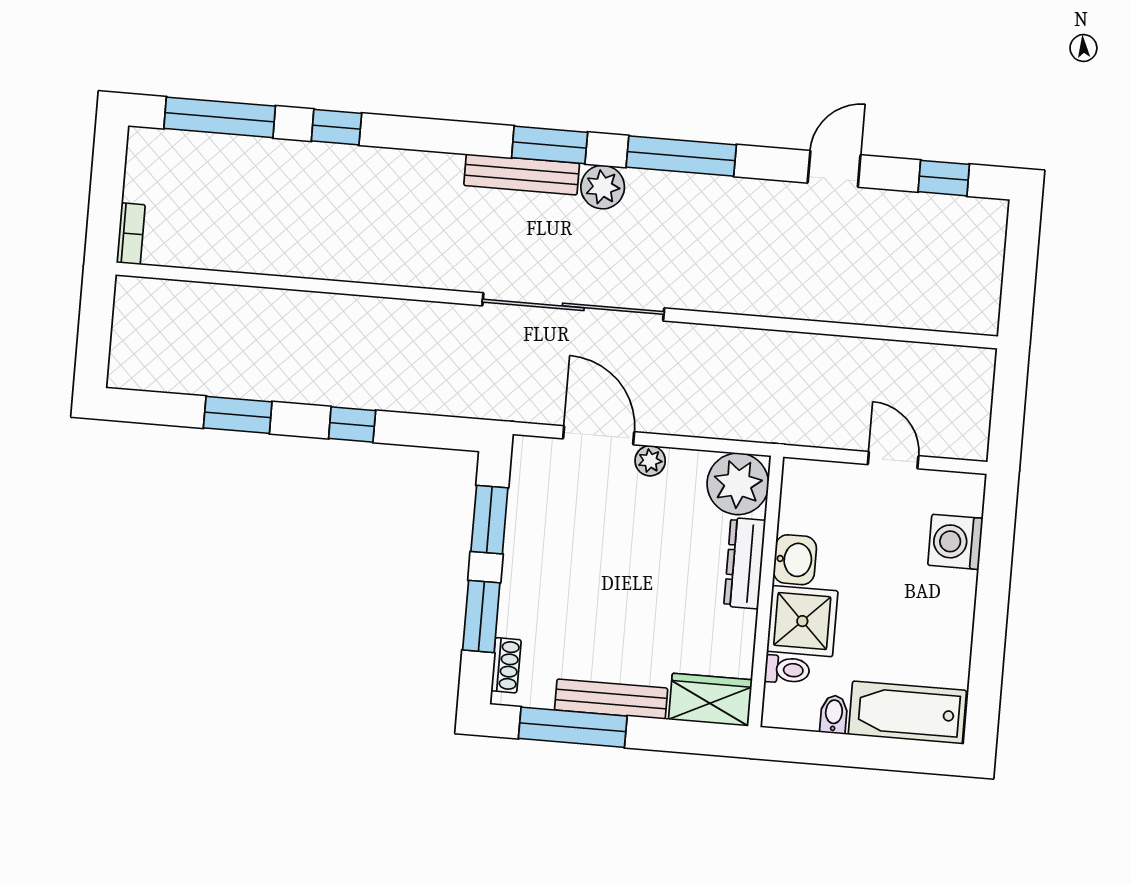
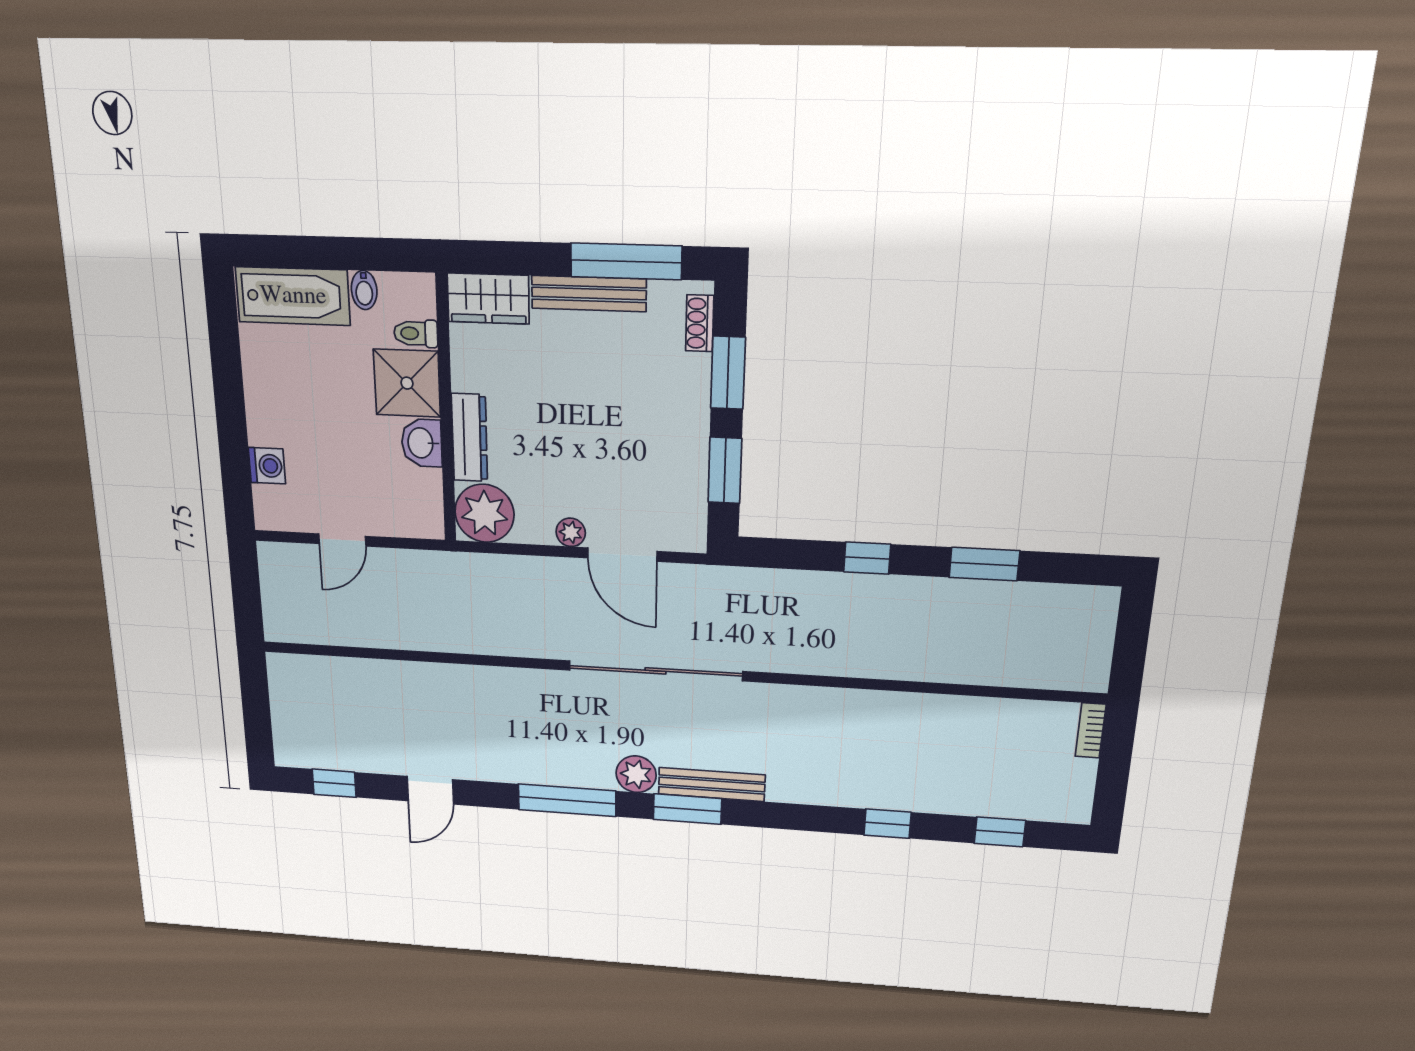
window: (220, 117) -> (1000, 832), width x0.46
door: (893, 460) -> (342, 540), hinge flipped
washing machine: (955, 542) -> (267, 466), width x0.73, depth x0.73

